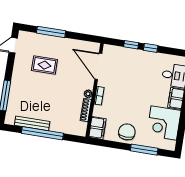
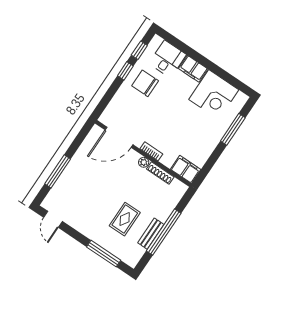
window: (131, 45) -> (139, 50), moved
rug: (44, 65) -> (125, 219), moved
bench: (32, 123) -> (151, 234), width x0.73
chair: (127, 132) -> (145, 83), moved

